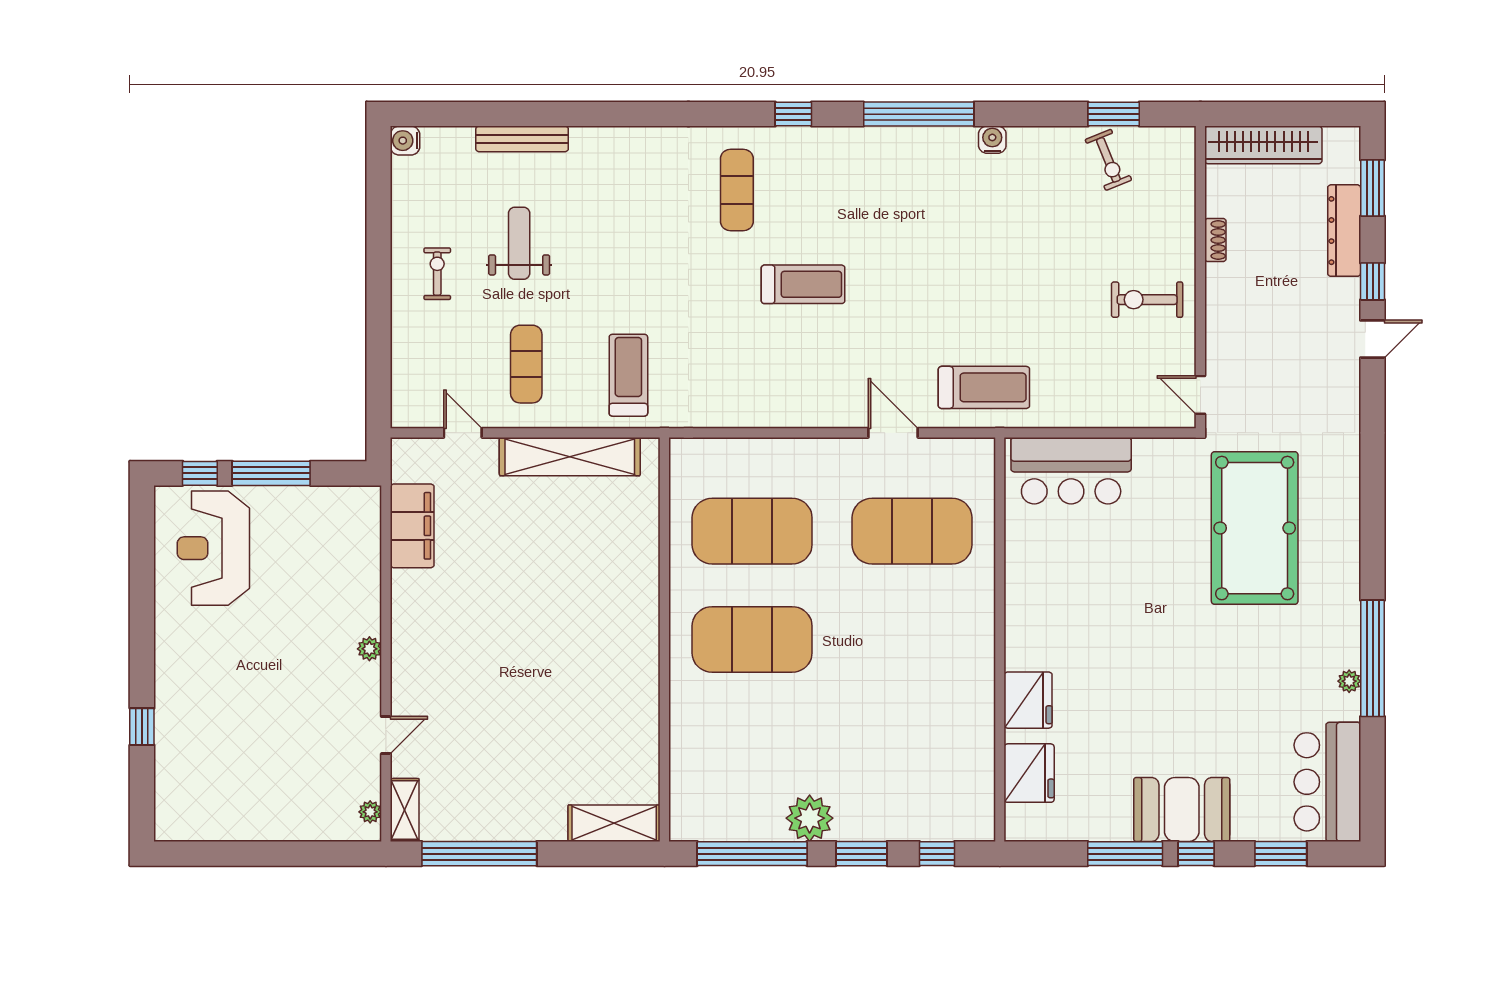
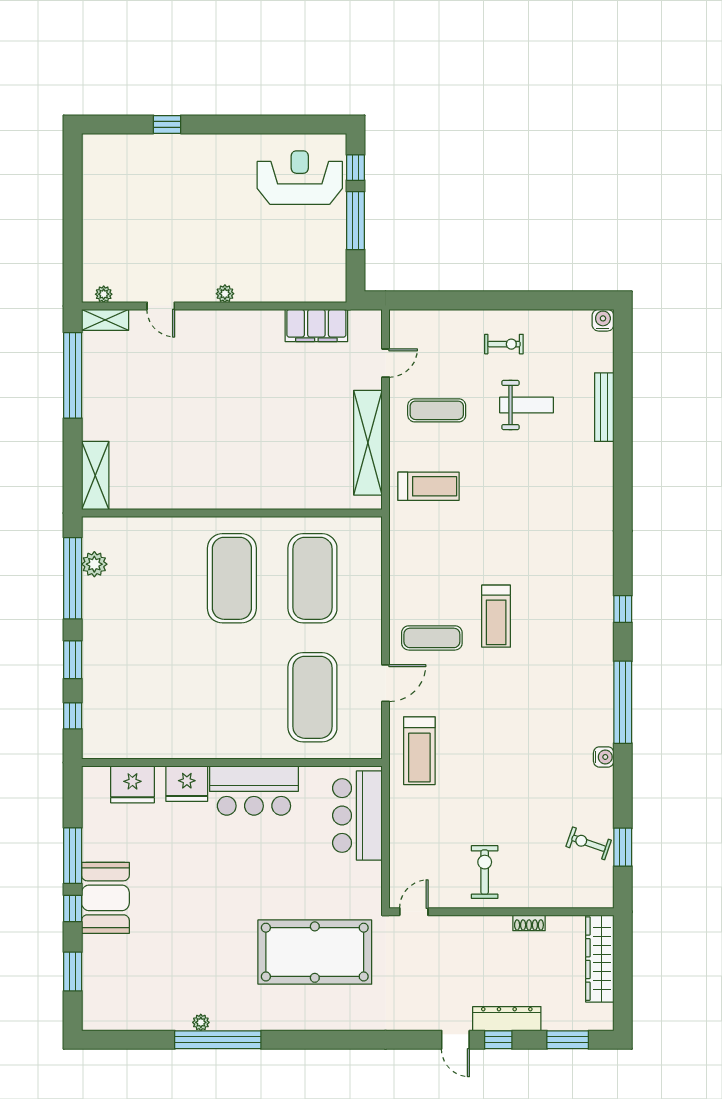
exercise bike: (1108, 160) -> (589, 843), turned 41
exercise mat: (737, 190) -> (432, 638), moved
dresser: (1344, 231) -> (507, 1019), moved
bar counter: (1327, 782) -> (254, 791), moved, turned 180
plant: (810, 818) -> (94, 564), moved, width x0.73, depth x0.73

